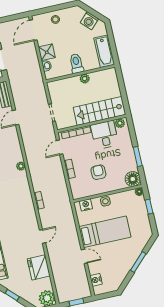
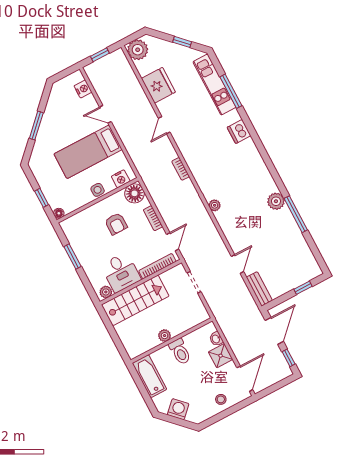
floor lamp: (133, 179) -> (134, 193), moved

